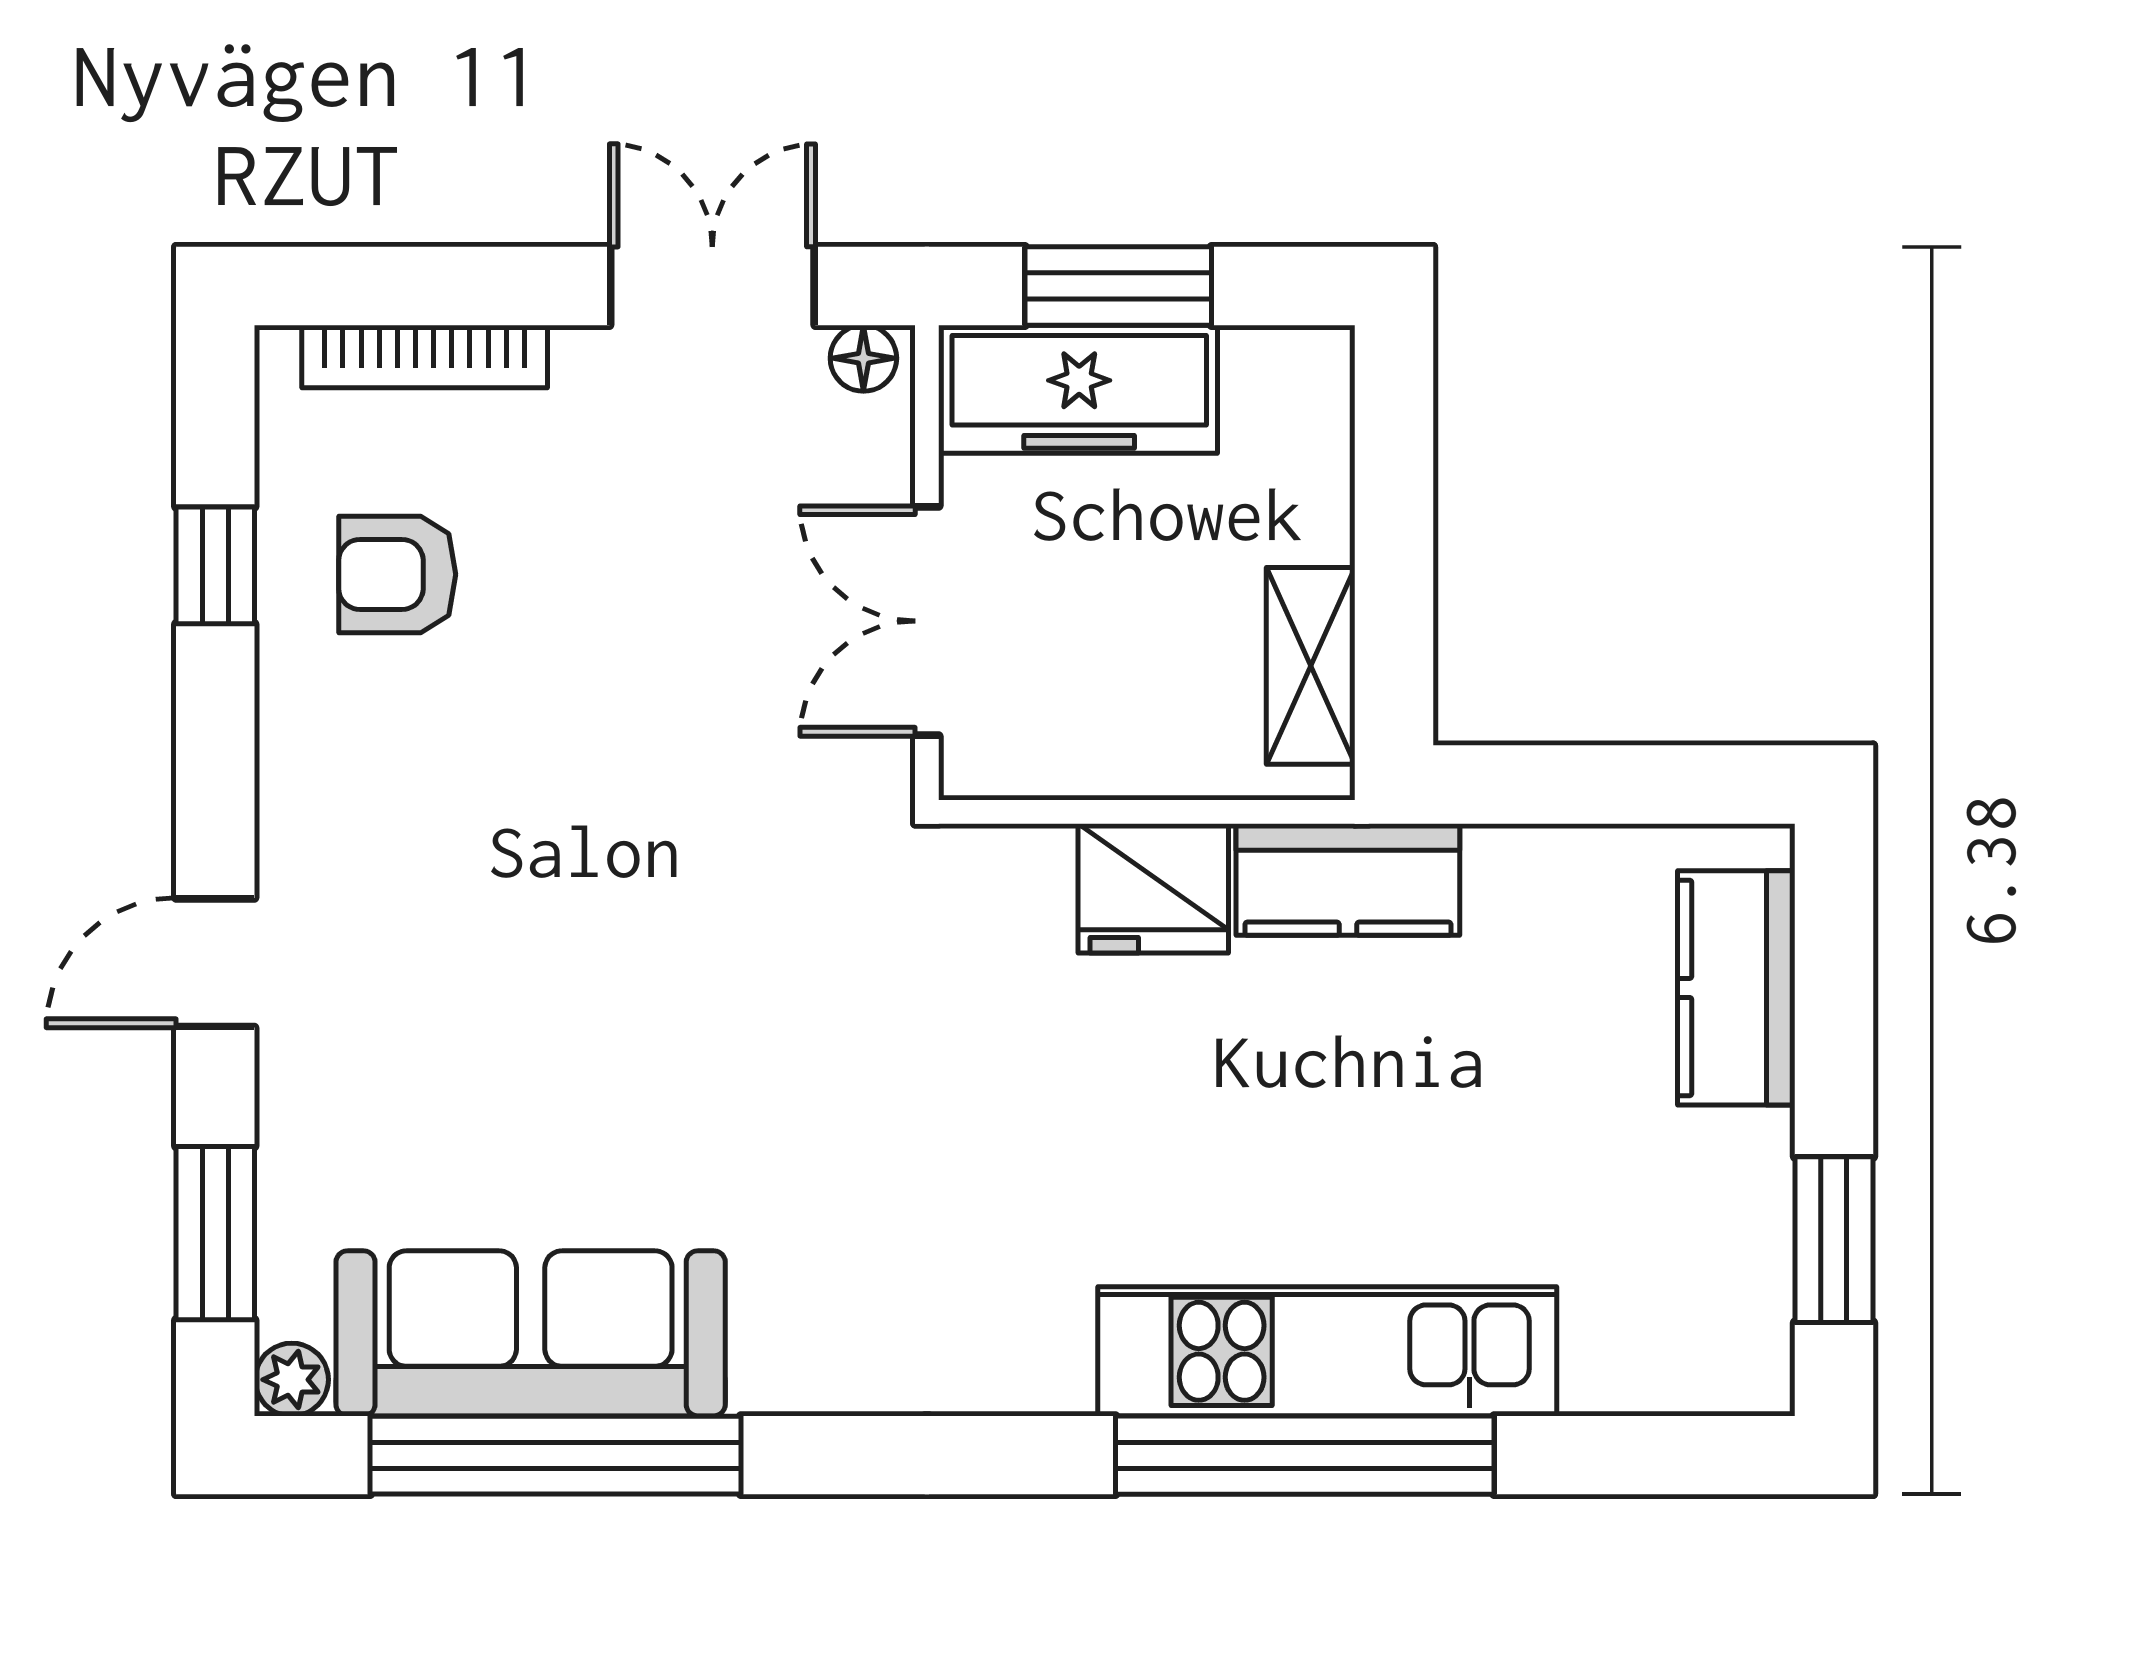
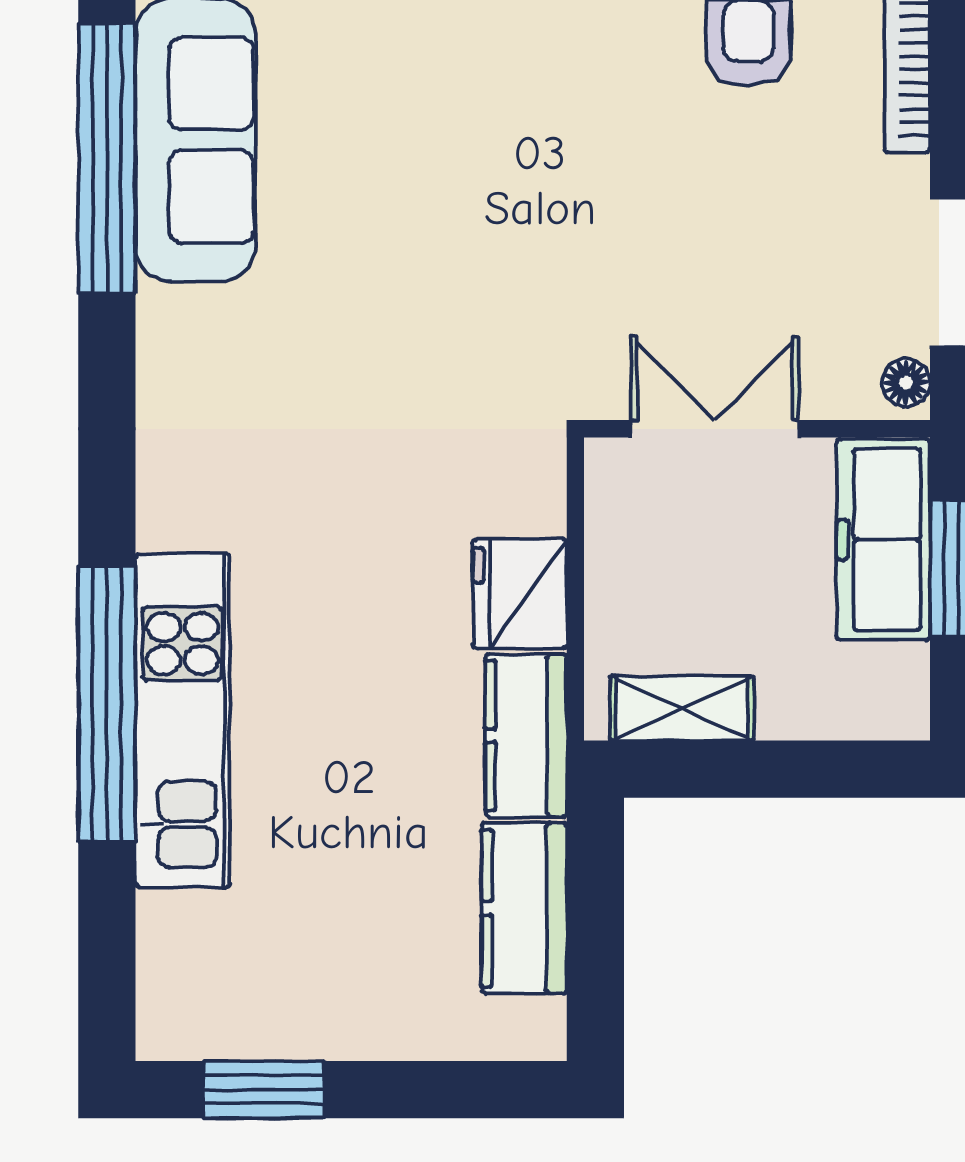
kitchen counter: (1736, 988) -> (524, 908), moved, turned -90

